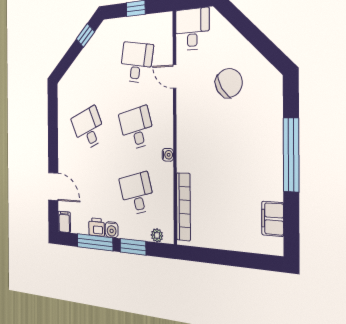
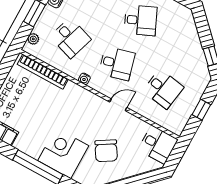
door: (175, 76) -> (118, 105), moved
corner desk: (258, 133) -> (63, 153), added
desk: (137, 194) -> (70, 38), turned 33

